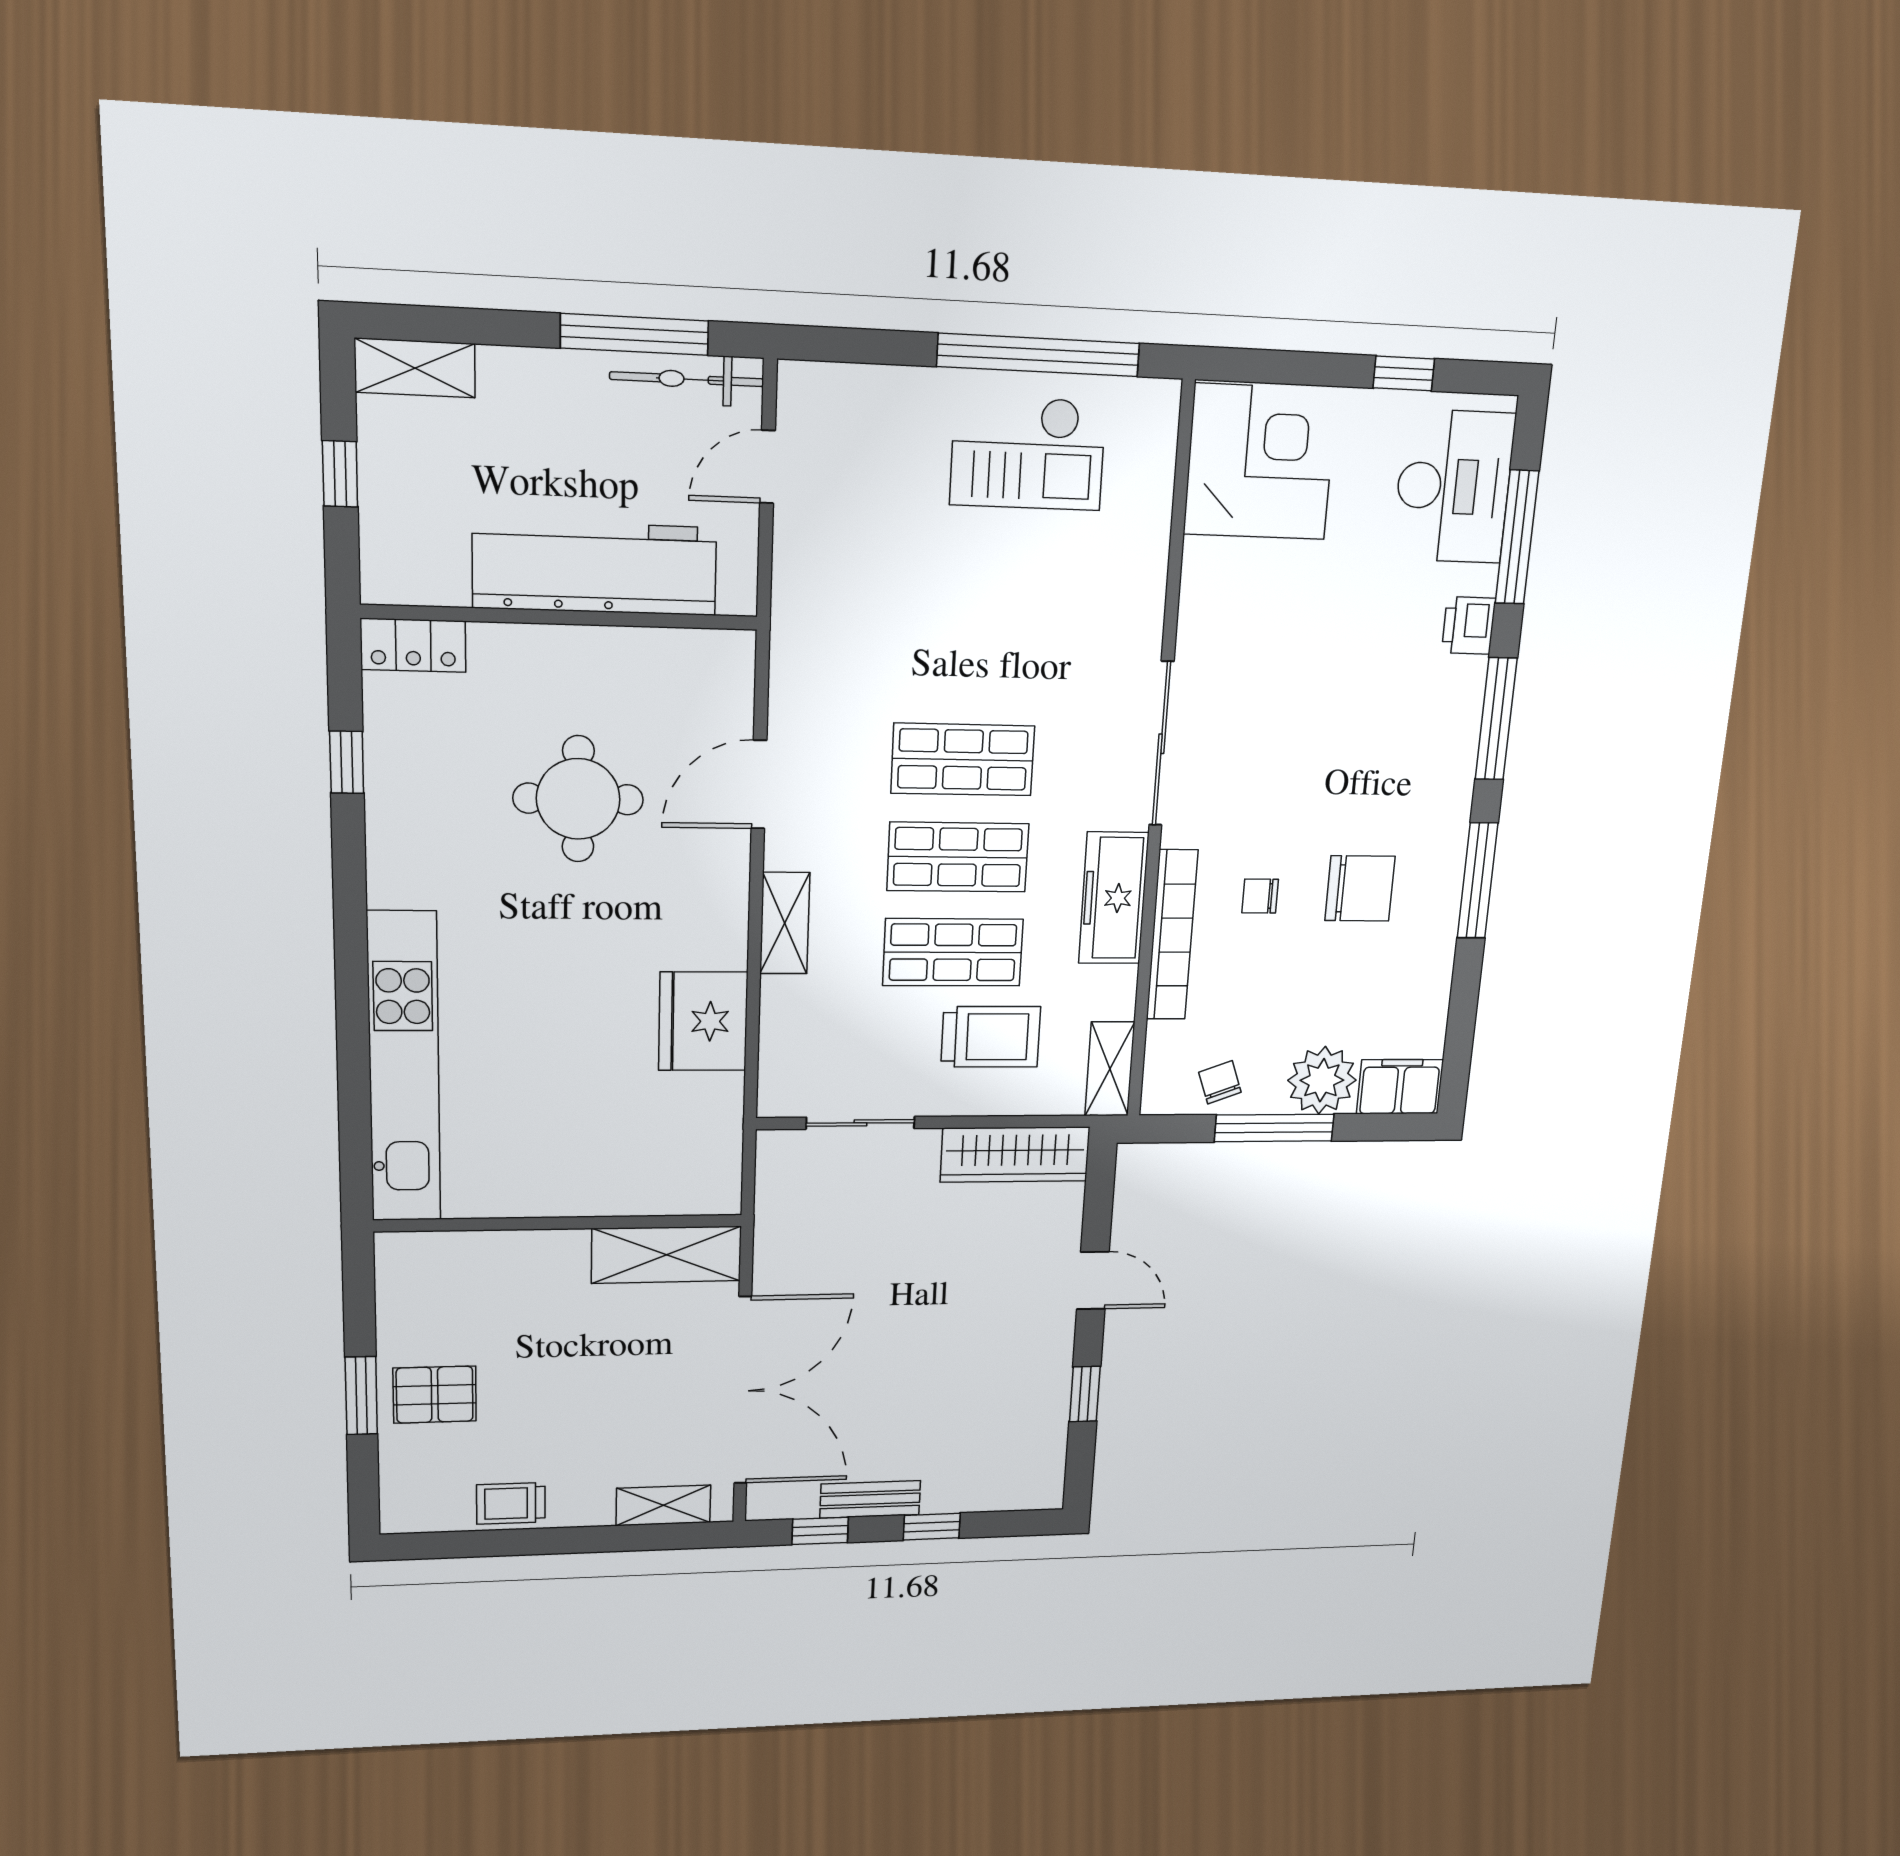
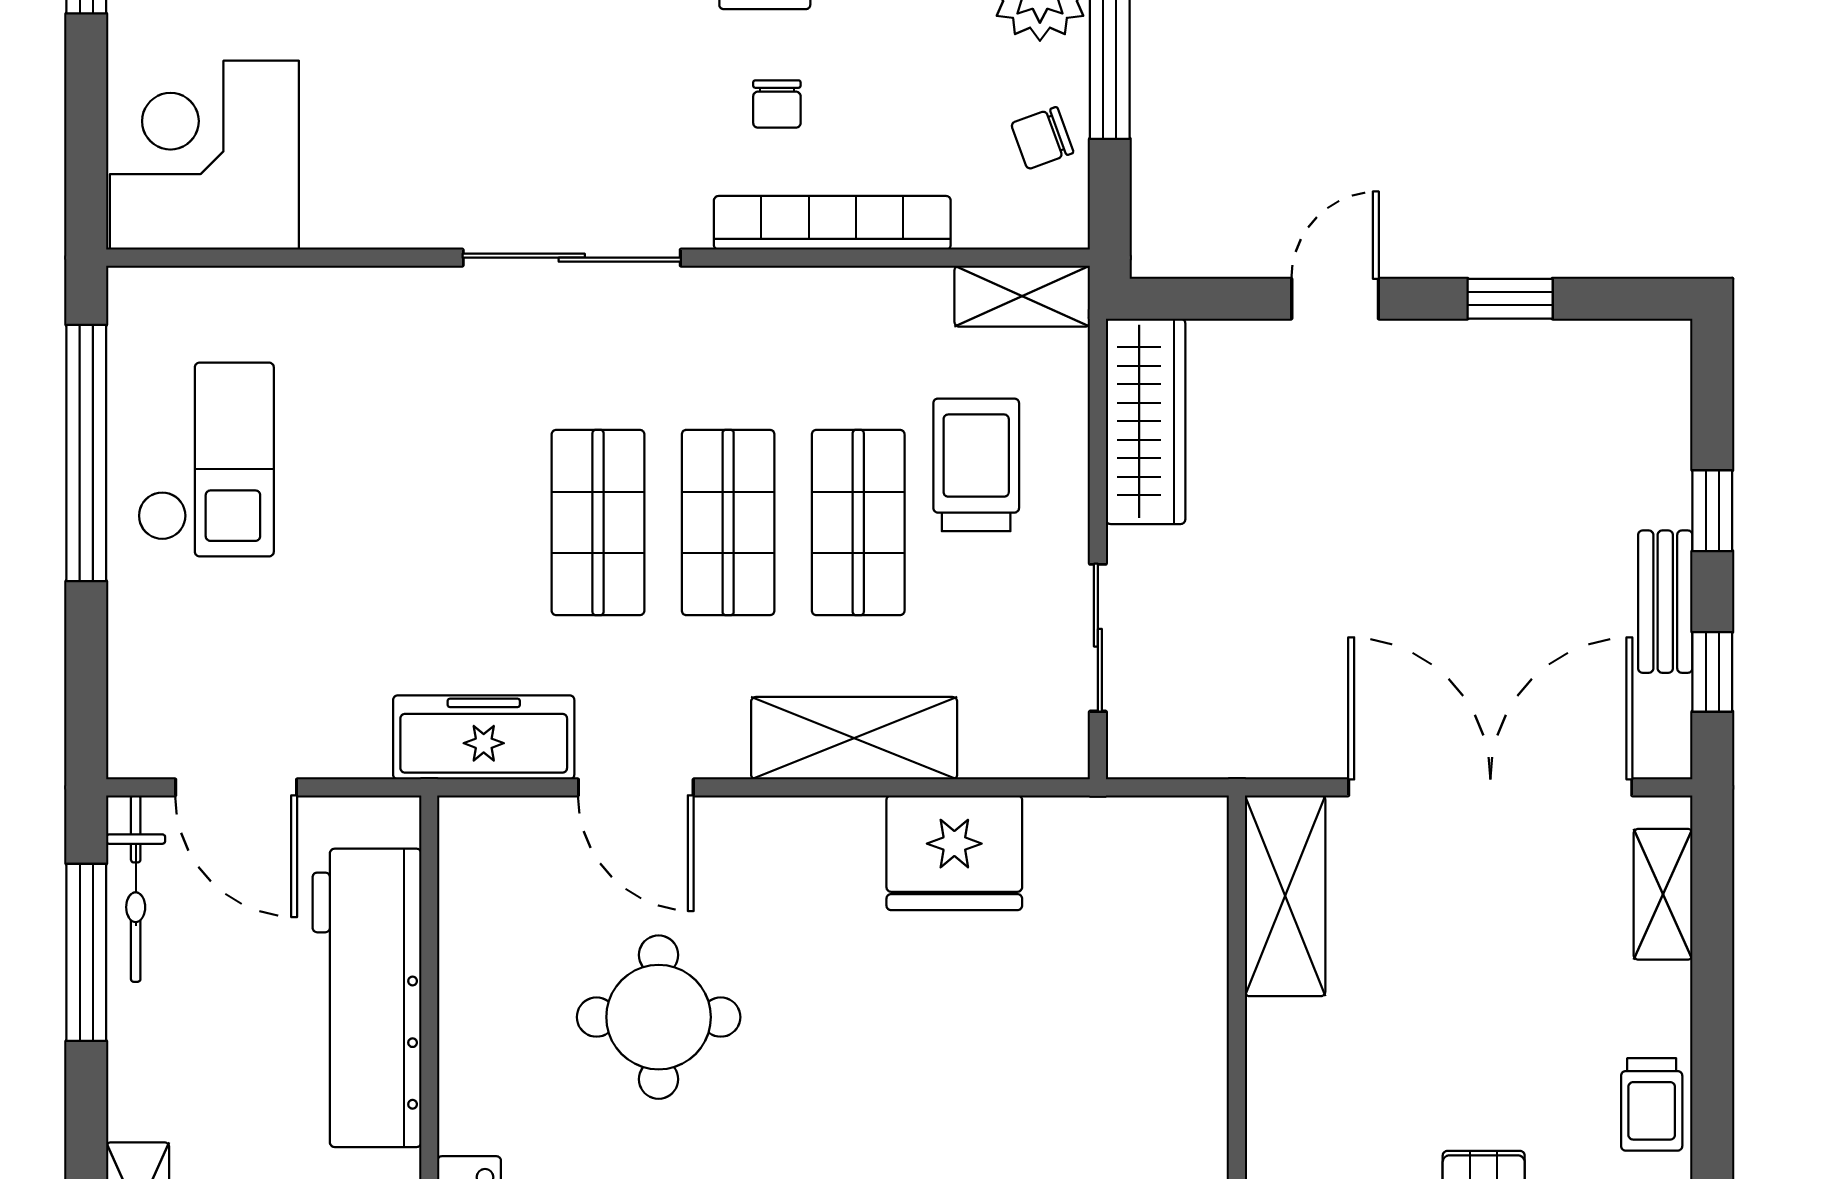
door: (767, 467) -> (236, 787), width x1.38
freezer: (1114, 898) -> (484, 737), moved, turned 180
shelving: (785, 923) -> (854, 738), width x1.50, depth x1.33

